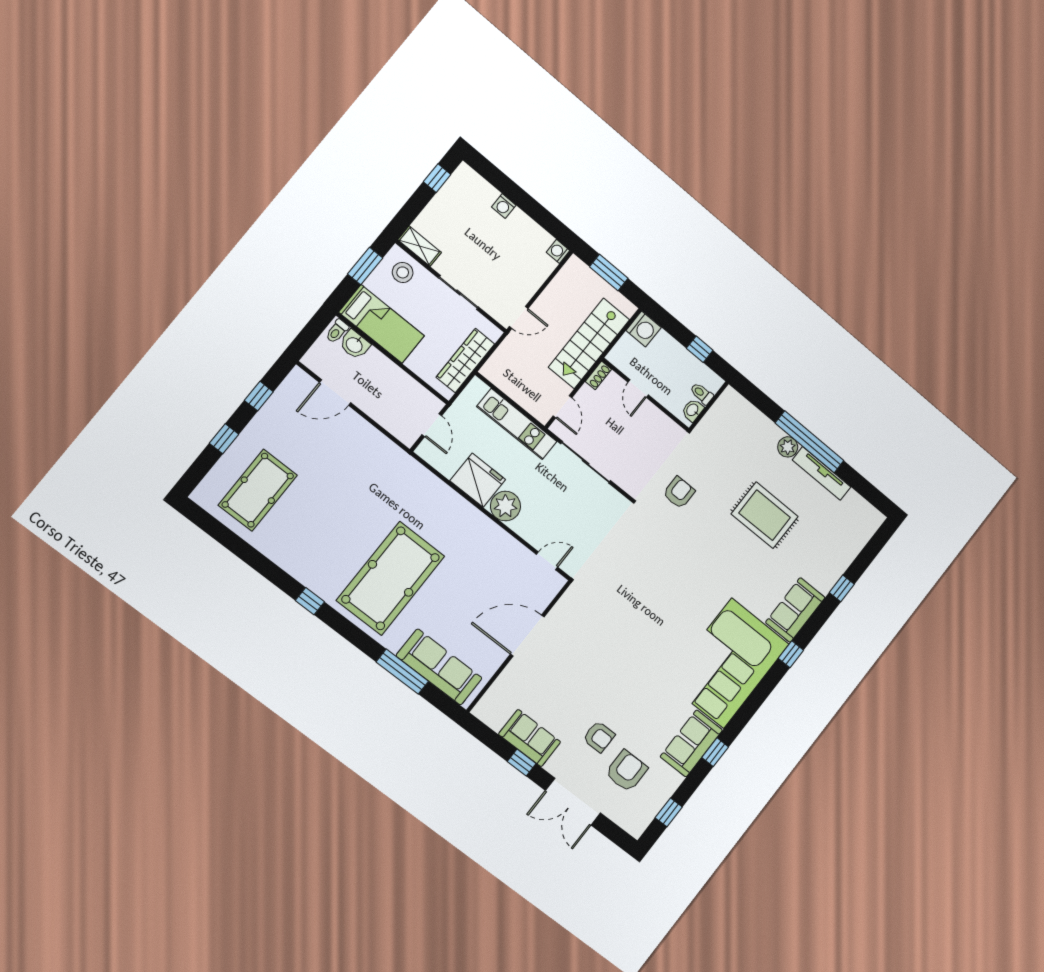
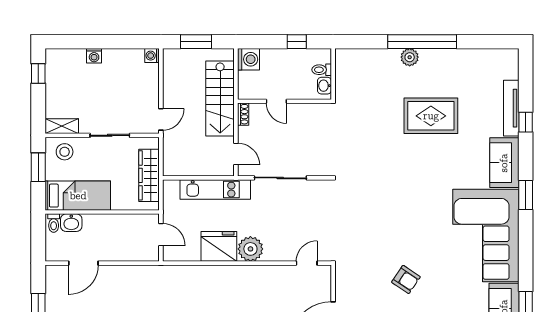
tv unit: (822, 474) -> (511, 108), moved, turned 90
armchair: (679, 493) -> (406, 279), moved, turned 124
window: (791, 654) -> (526, 195), width x1.50

